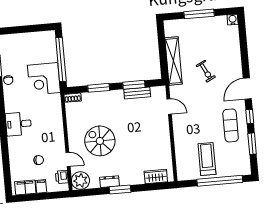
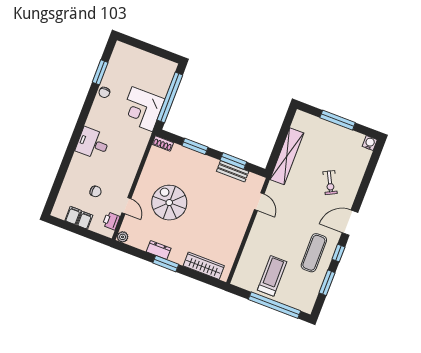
exercise bike: (206, 71) -> (330, 183), moved
wardrobe: (156, 176) -> (204, 266), width x1.50
plant: (80, 181) -> (123, 237), width x0.53, depth x0.53
filing cabinet: (25, 188) -> (73, 216), width x0.50

